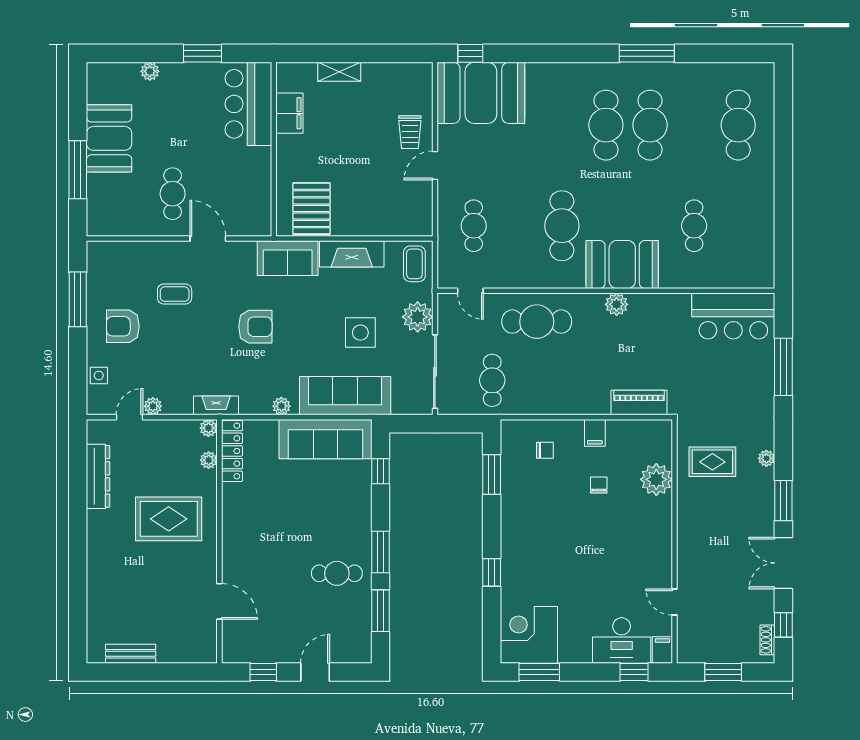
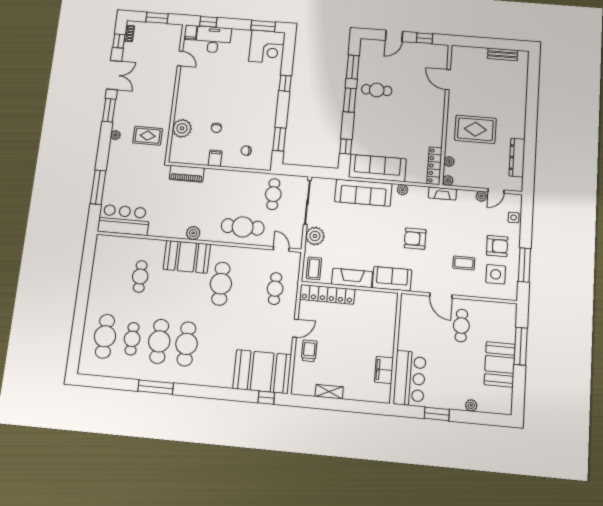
shelving: (339, 72) -> (329, 392), moved
cafe table: (694, 125) -> (132, 339), added
pallet: (311, 209) -> (375, 308), removed
locker: (389, 224) -> (327, 294), added
side table: (360, 333) -> (496, 274), moved

